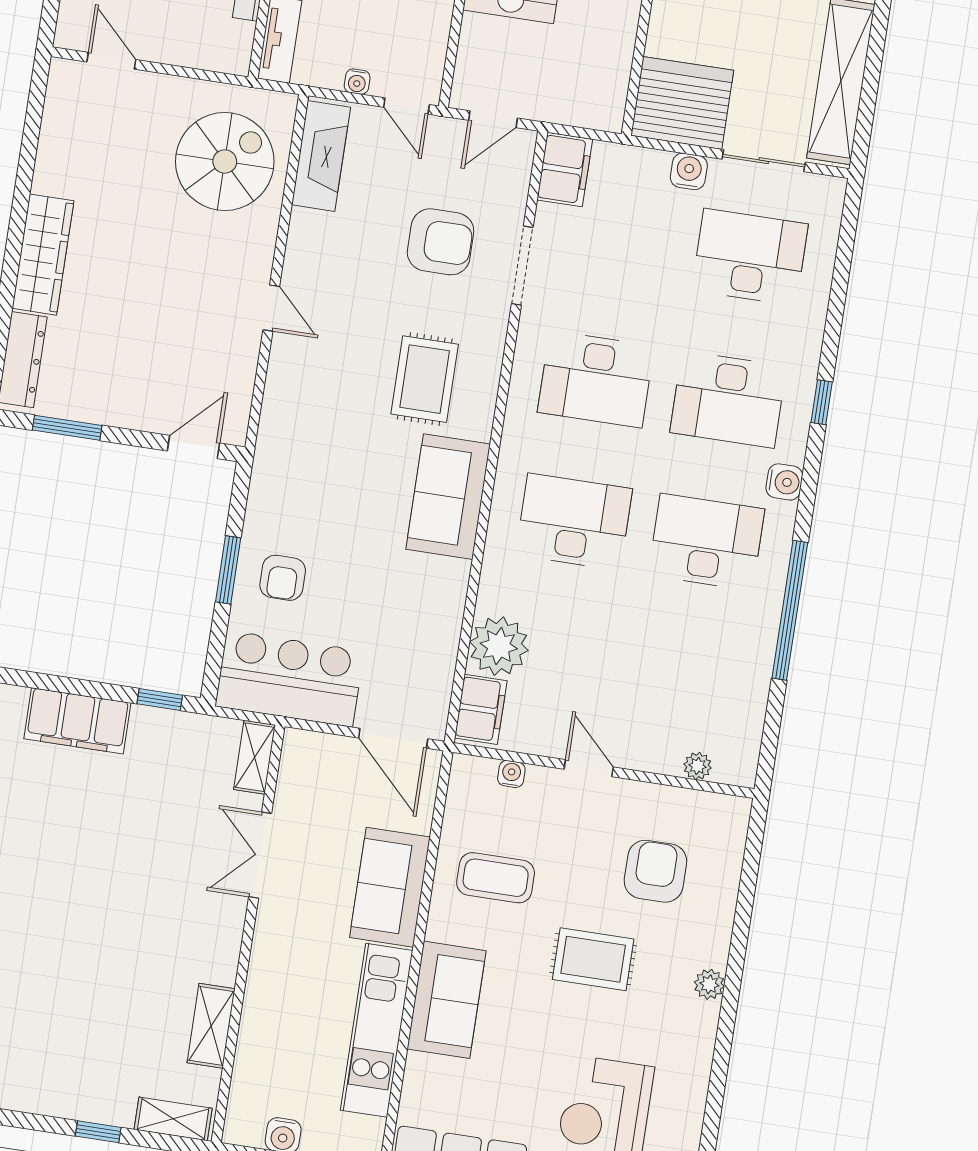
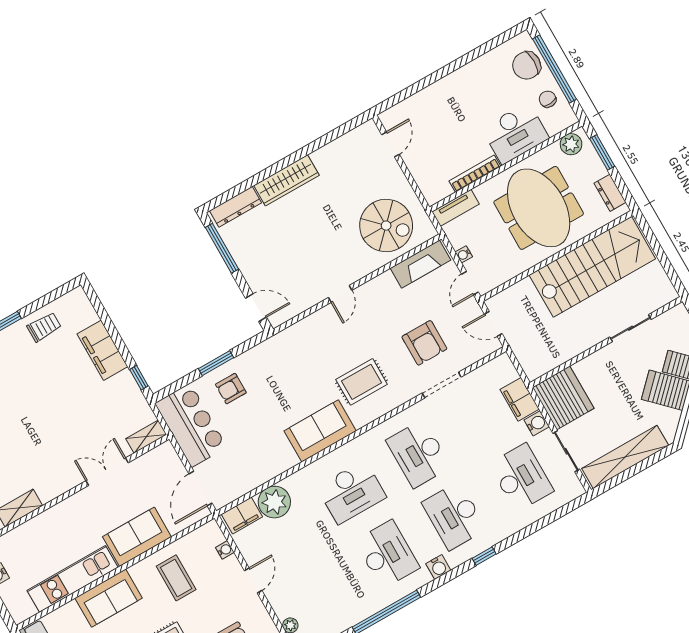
filing cabinet: (565, 170) -> (520, 399), moved, turned 90
window: (67, 428) -> (222, 248), width x1.44
desk: (574, 522) -> (352, 492), turned 90

